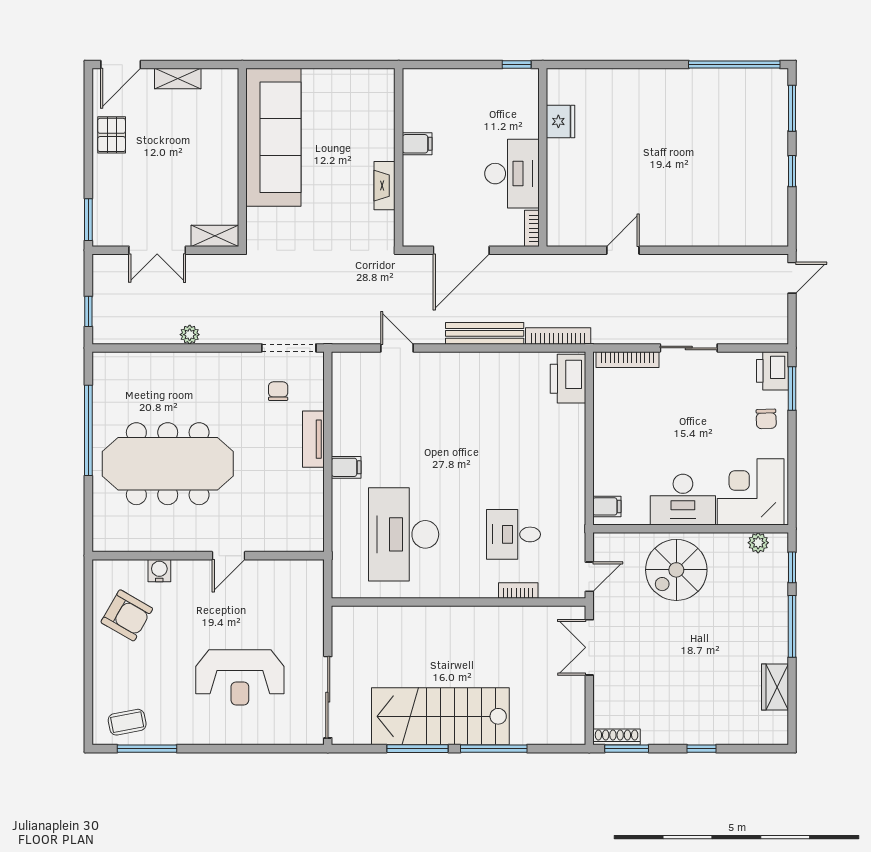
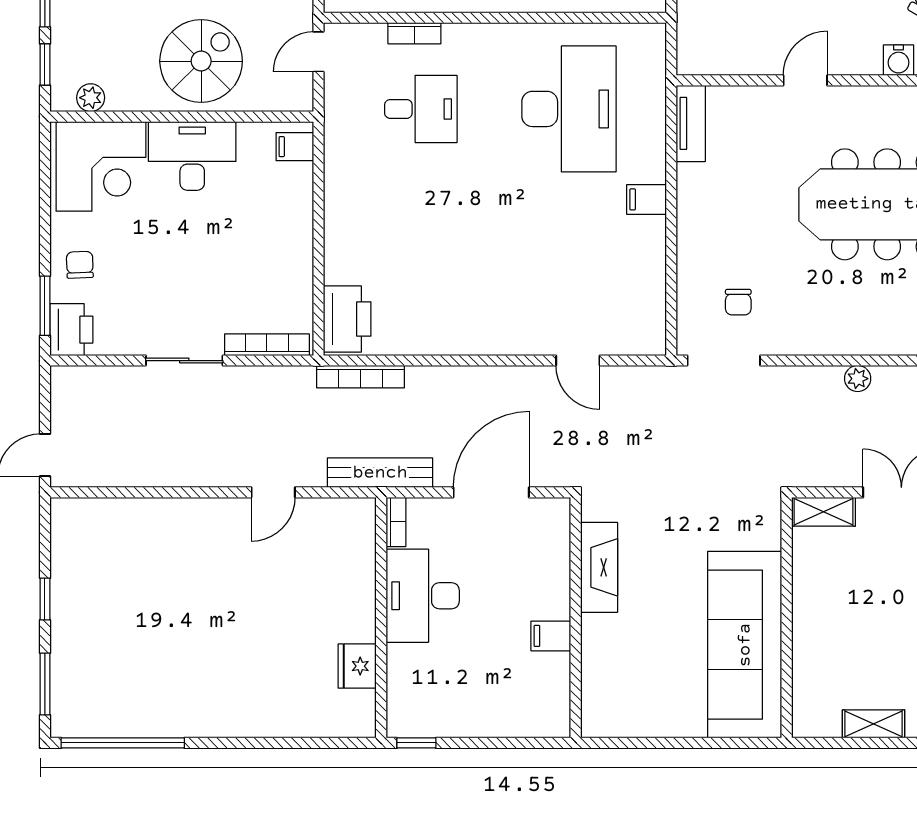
fireplace: (385, 186) -> (599, 567), width x1.37, depth x1.32
bench: (485, 333) -> (380, 473), moved
tv unit: (313, 439) -> (691, 123), moved

